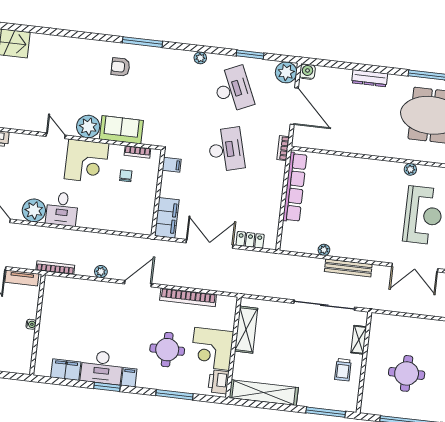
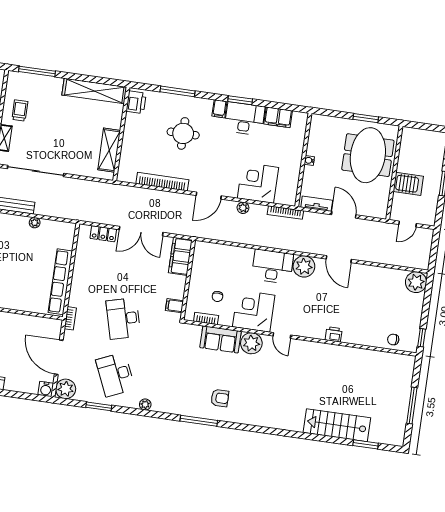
desk: (62, 209) -> (272, 266), width x1.37
corner desk: (212, 349) -> (258, 183), moved, turned -90

